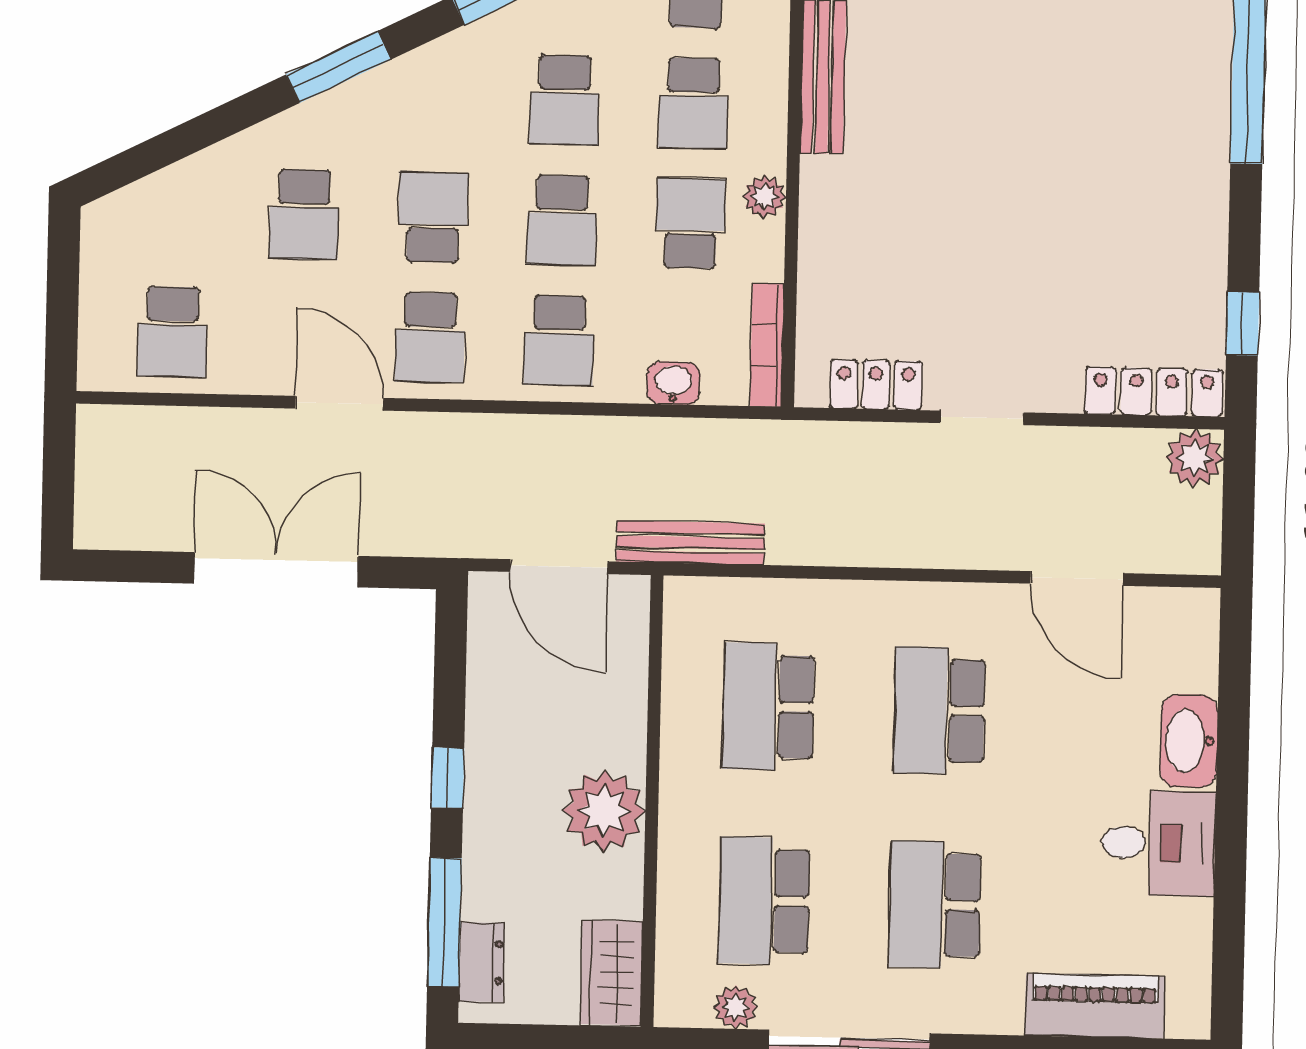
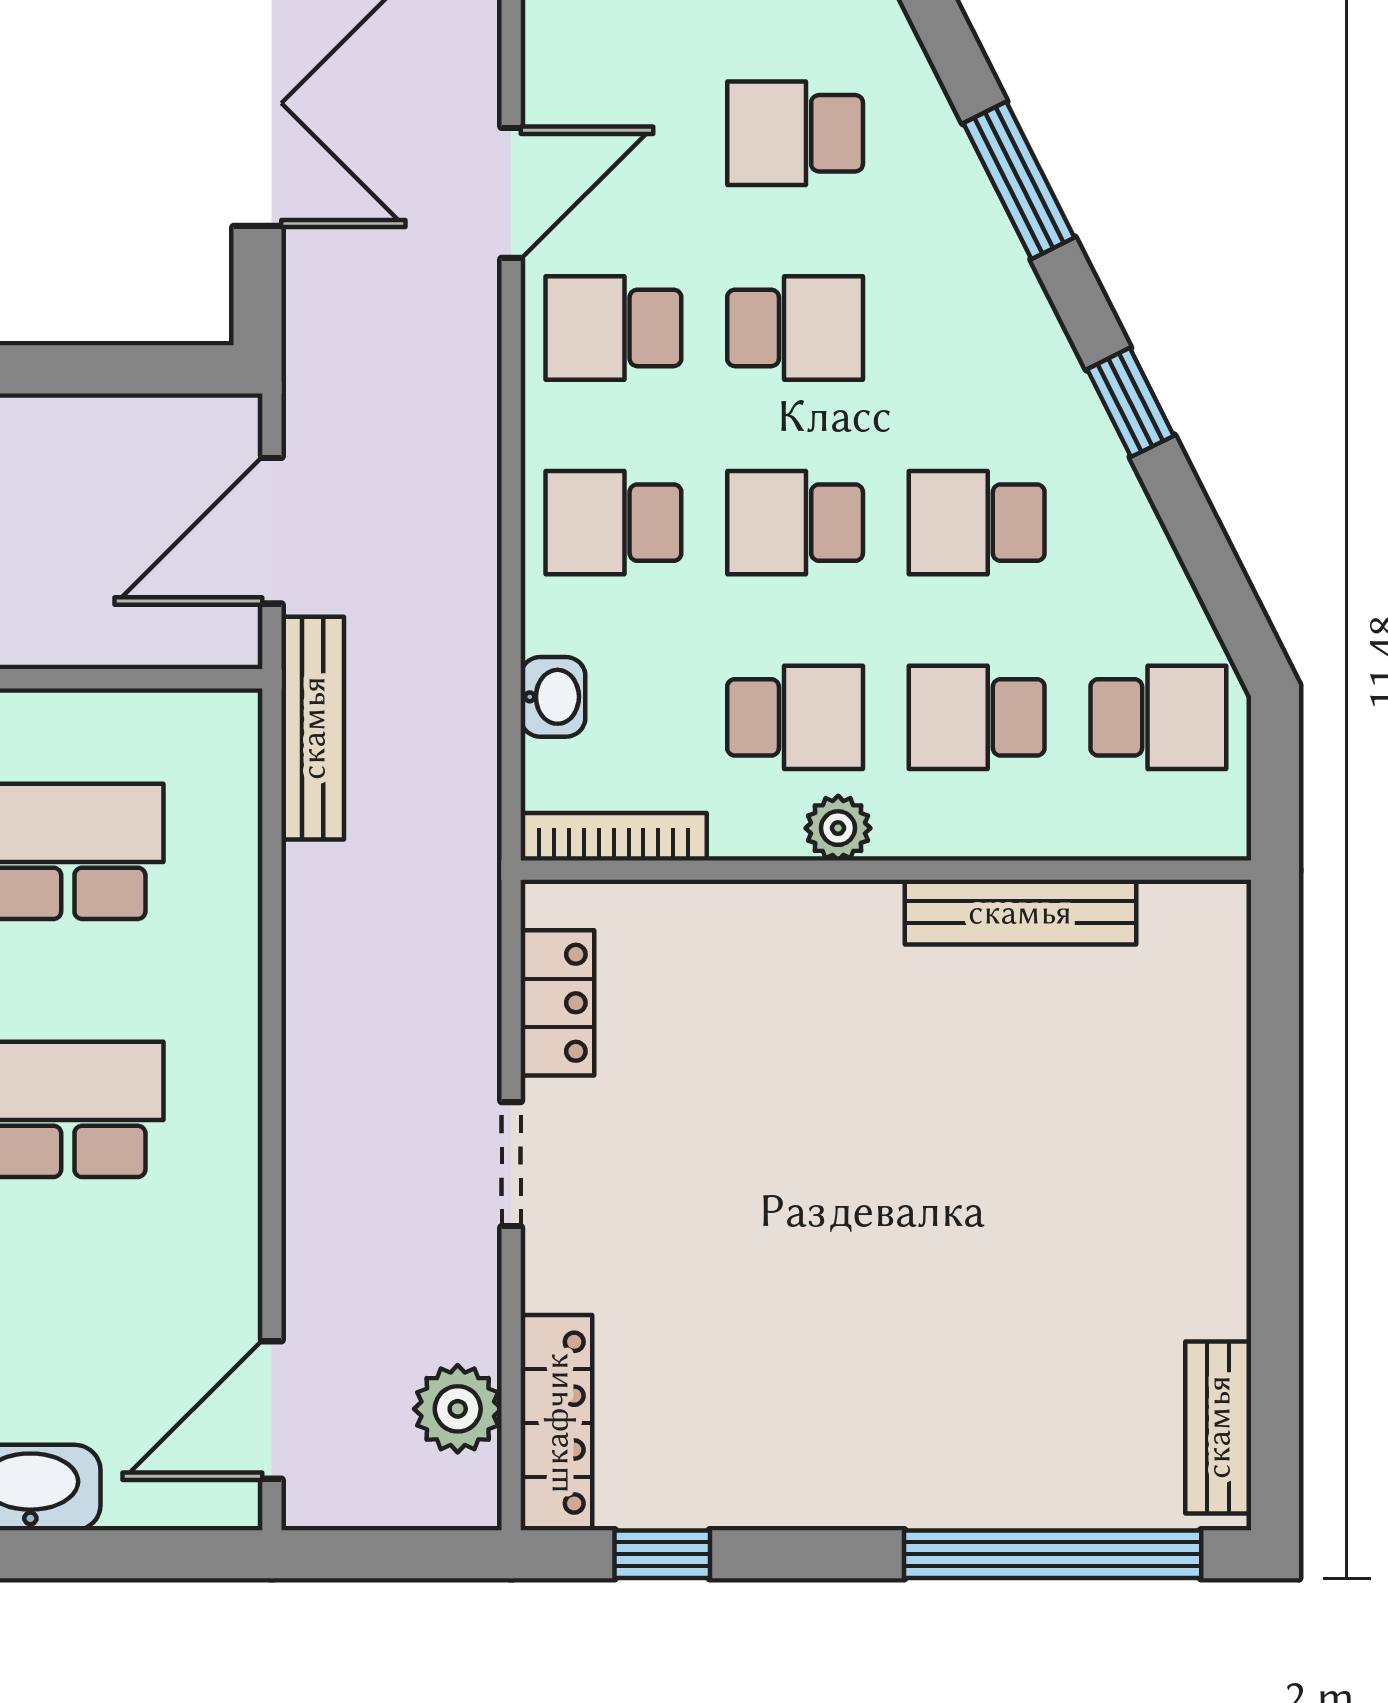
plant: (1195, 458) -> (458, 1409), moved
door: (1077, 578) -> (272, 1410), moved

